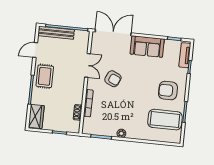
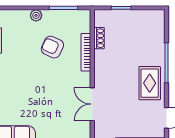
armchair: (113, 79) -> (52, 47), moved
wardrobe: (36, 116) -> (156, 27), removed

